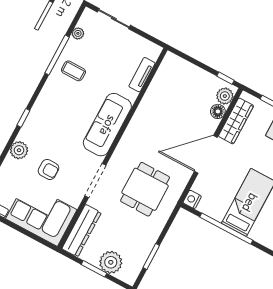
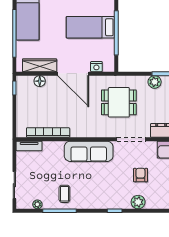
tv unit: (142, 75) -> (29, 146), moved
bookcase: (154, 90) -> (48, 132), added
plant: (225, 96) -> (155, 82), moved
nightstand: (192, 199) -> (96, 67), moved

